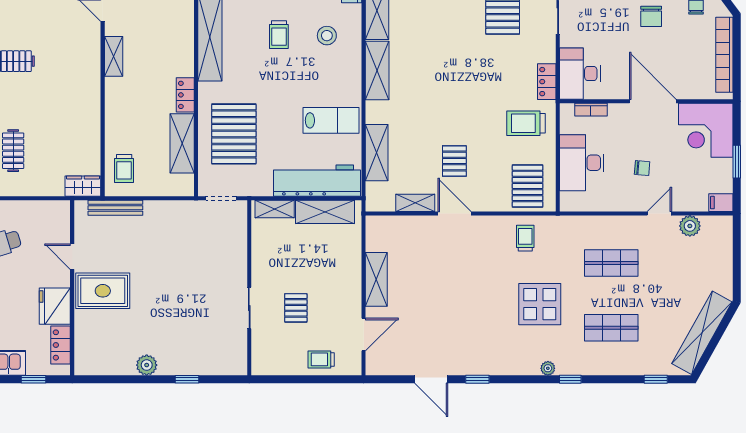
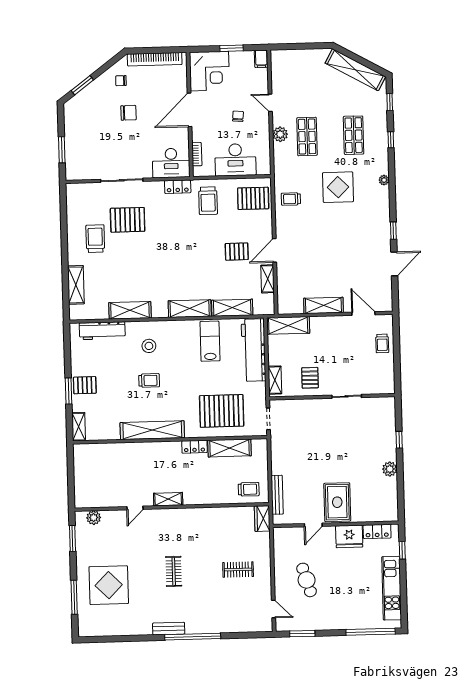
shelving: (377, 71) -> (190, 309), moved
shelving: (325, 212) -> (288, 325), moved, turned 90
plant: (690, 226) -> (280, 134), moved
pallet: (296, 308) -> (310, 378), moved, turned 90
window: (570, 379) -> (391, 140), moved

